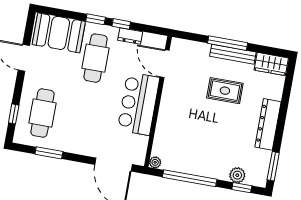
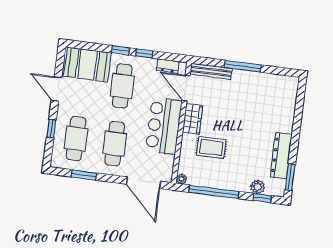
dresser: (130, 36) -> (168, 66), moved
bench: (233, 54) -> (211, 71), moved
wardrobe: (271, 64) -> (192, 119), moved, turned -90
rug: (225, 91) -> (211, 147), moved
window: (14, 114) -> (51, 129), moved
cafe table: (84, 121) -> (115, 144), added
dresser: (268, 124) -> (281, 156), moved

